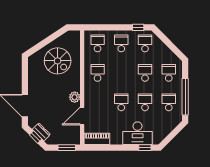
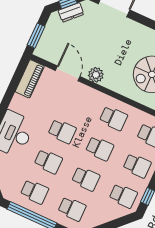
school desk: (121, 73) -> (100, 148), added

